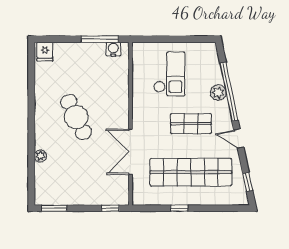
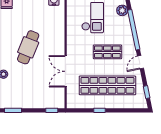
plant: (218, 93) -> (122, 10), moved
cafe table: (76, 117) -> (28, 47), turned 48
door: (239, 139) -> (140, 62), hinge flipped

